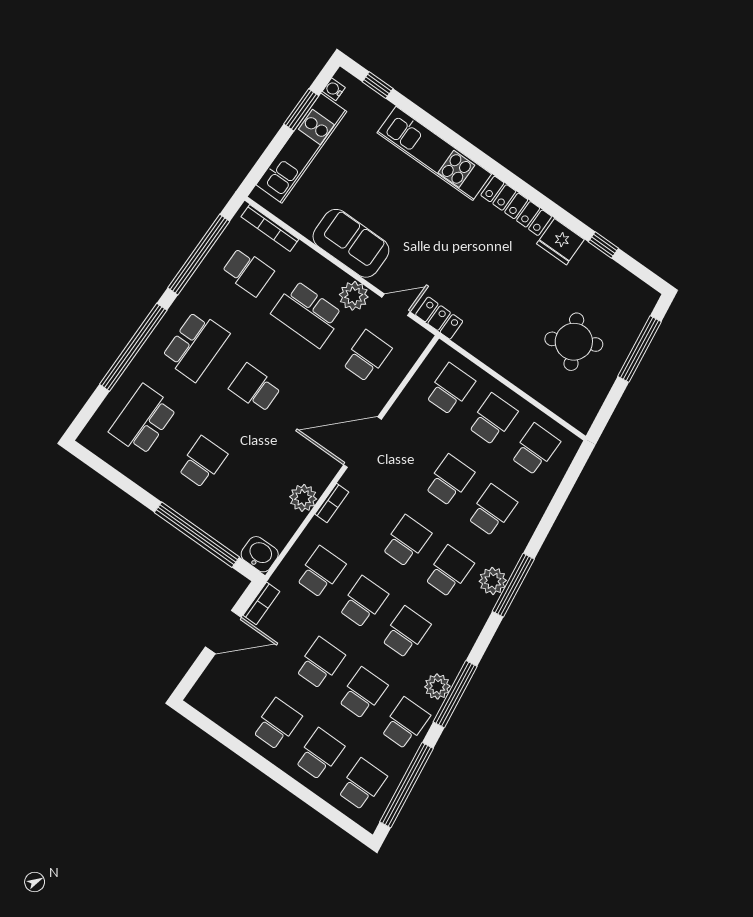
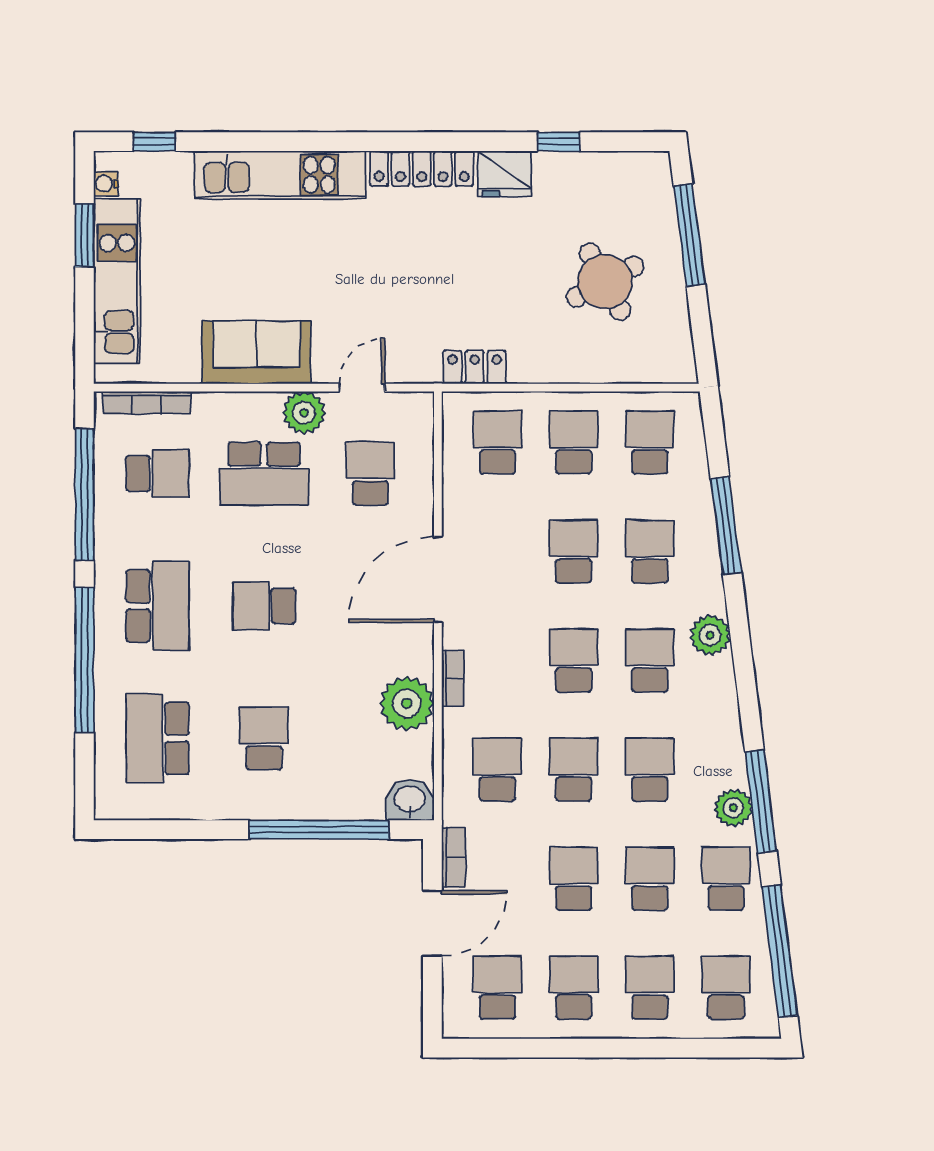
locker: (439, 318) -> (475, 367), moved
plant: (303, 498) -> (407, 703), width x1.36, depth x1.36
window: (513, 585) -> (726, 526), moved
school desk: (234, 694) -> (497, 988), added

